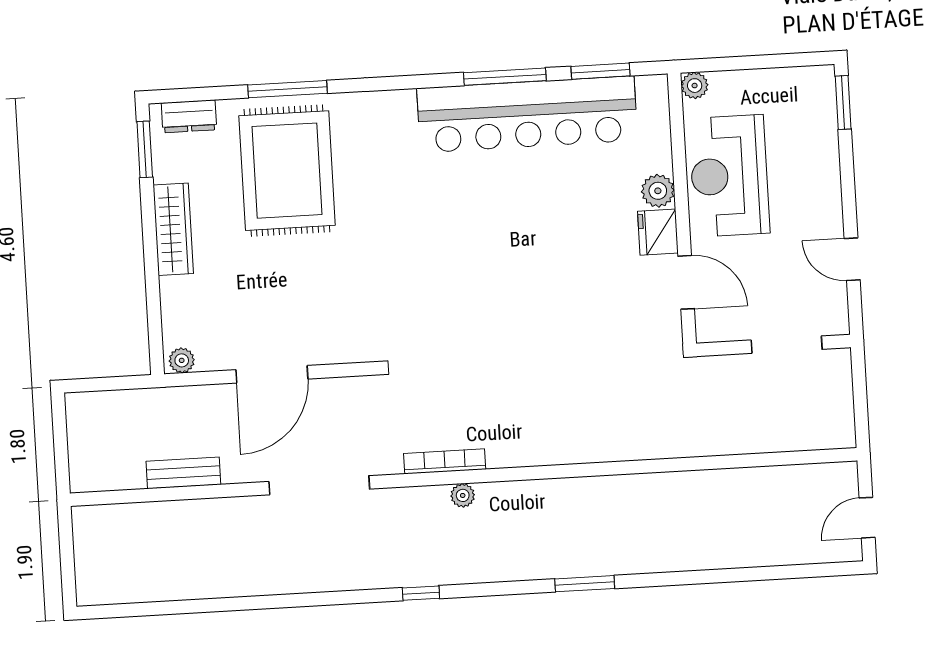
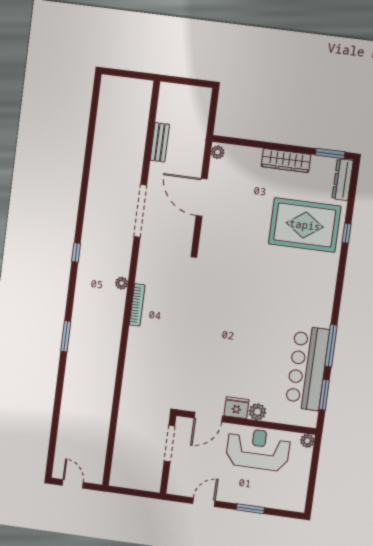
window: (287, 89) -> (347, 233), width x0.46
window: (843, 102) -> (250, 509), moved
bar counter: (527, 114) -> (307, 368), width x0.73
dresser: (189, 116) -> (343, 180), width x1.44
doorway: (787, 345) -> (169, 444), moved
bookcase: (445, 461) -> (137, 305), moved

